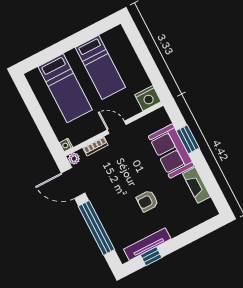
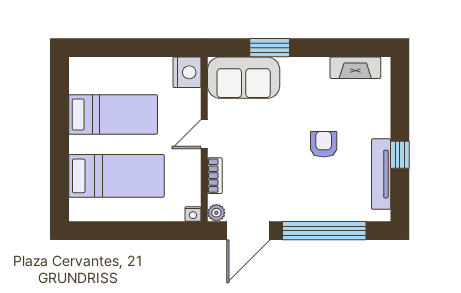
sofa: (171, 151) -> (244, 78), moved
fireplace: (196, 185) -> (355, 68), moved
armchair: (147, 201) -> (324, 144), turned 180
window: (151, 256) -> (400, 155), moved

